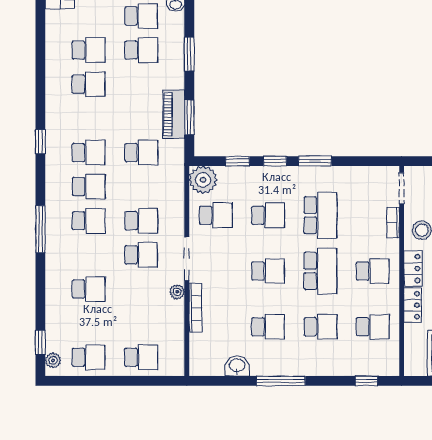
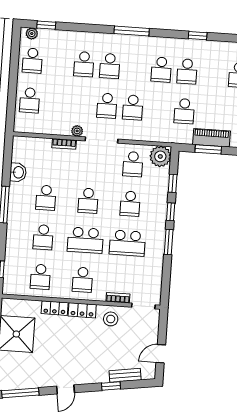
school desk: (89, 221) -> (110, 66), moved
bookcase: (195, 308) -> (64, 144), width x0.64

